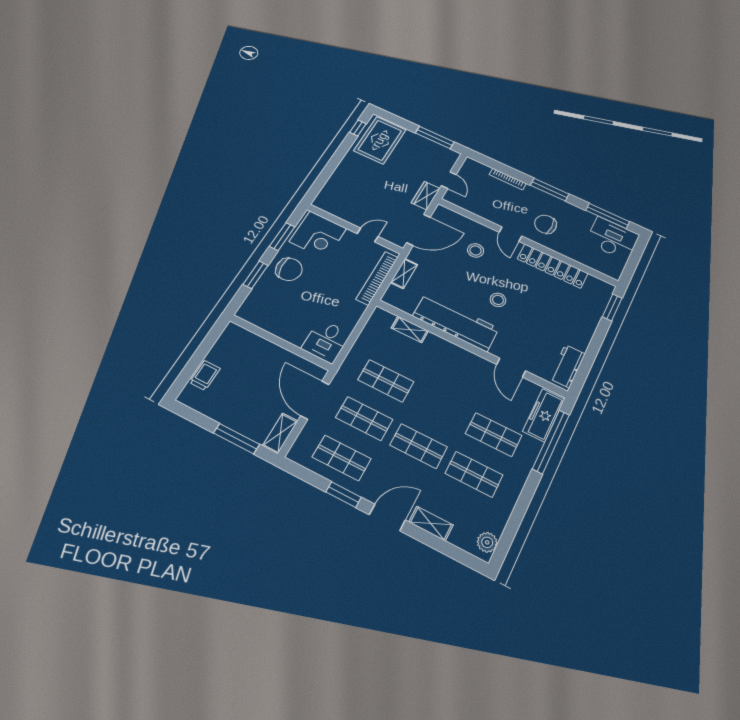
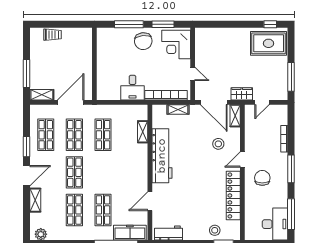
shelving: (449, 215) -> (235, 116), added
window: (255, 275) -> (129, 24), width x1.44
stool: (498, 300) -> (215, 230), moved
desk: (326, 341) -> (133, 88), moved, turned -90
door: (387, 517) -> (27, 176), hinge flipped

